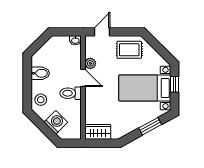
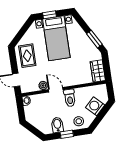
door: (83, 78) -> (56, 90), hinge flipped
window: (27, 83) -> (67, 134), added
window: (150, 126) -> (94, 39), moved

